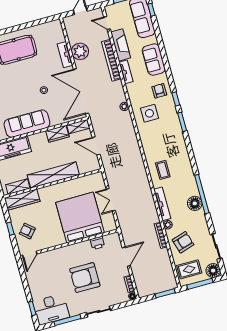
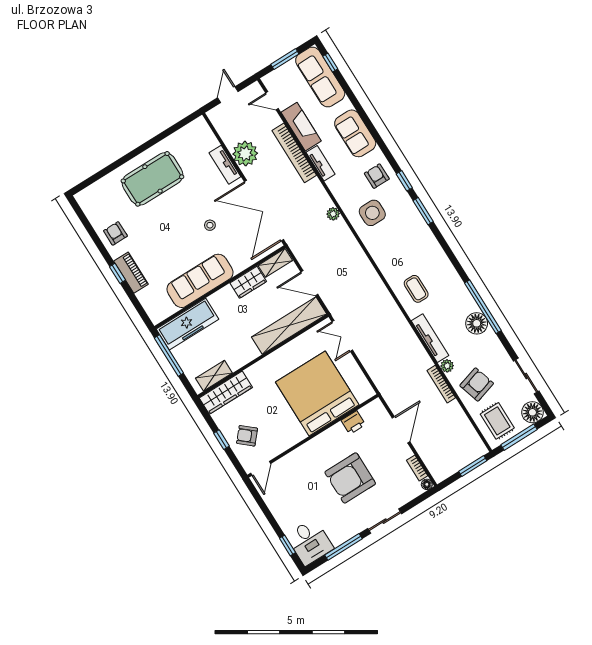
shelving: (53, 175) -> (289, 326), moved
double door: (111, 200) -> (342, 336), moved
rug: (189, 269) -> (497, 421), turned 90
desk: (51, 309) -> (310, 542), width x0.73

